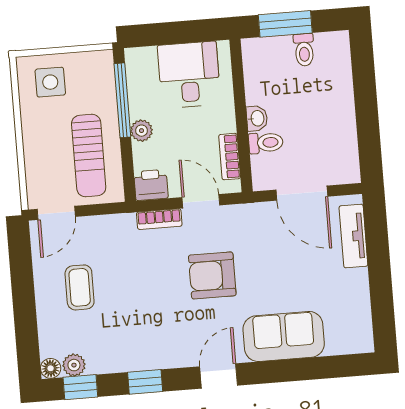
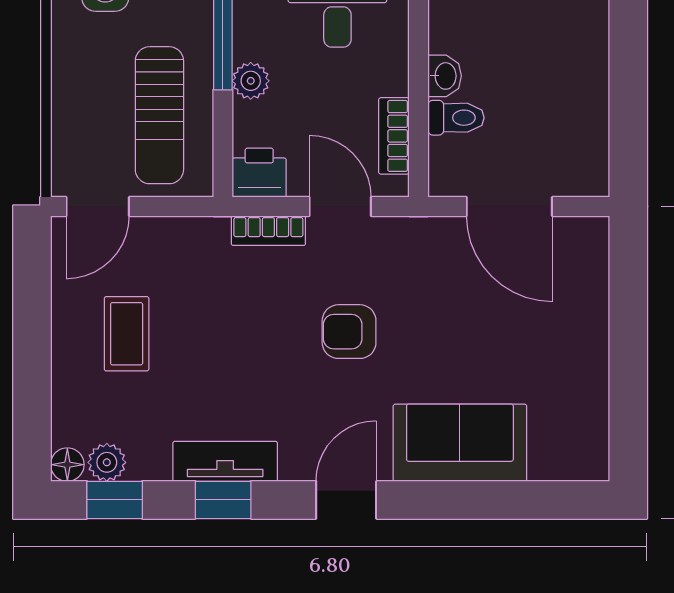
tv unit: (353, 236) -> (225, 461), moved, turned 90
armchair: (212, 275) -> (349, 332), width x0.72, depth x0.72

